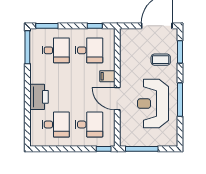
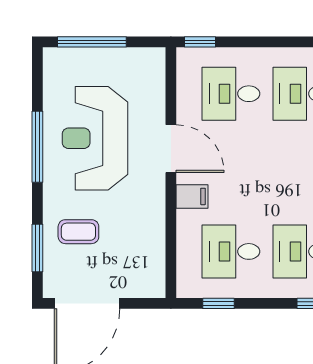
reception desk: (153, 104) -> (95, 138), turned 180
window: (142, 149) -> (92, 42), moved

